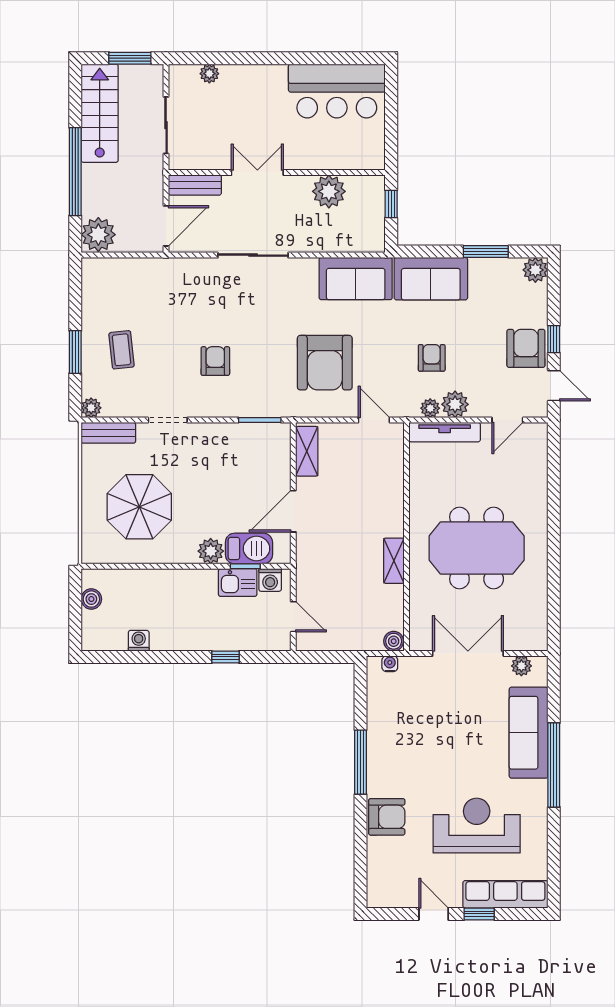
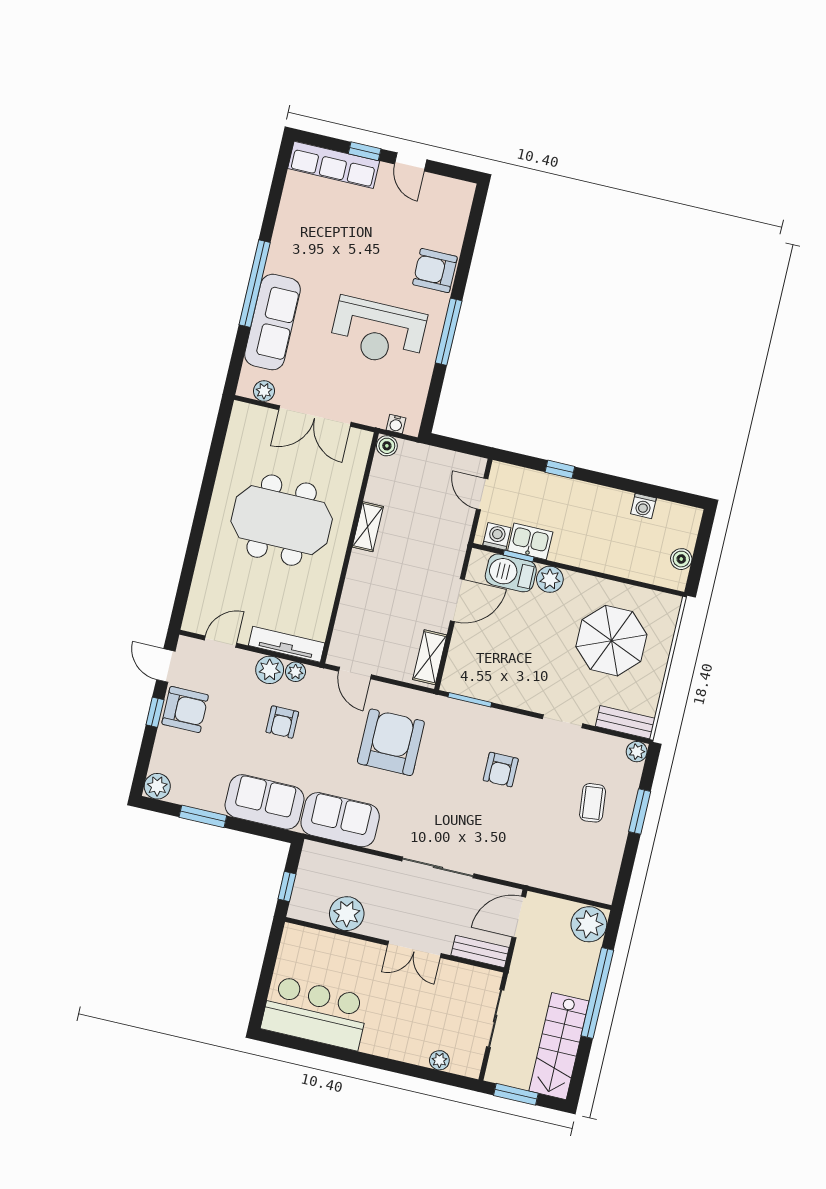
armchair: (526, 348) -> (185, 710), turned -90
reception desk: (477, 826) -> (378, 332), moved

